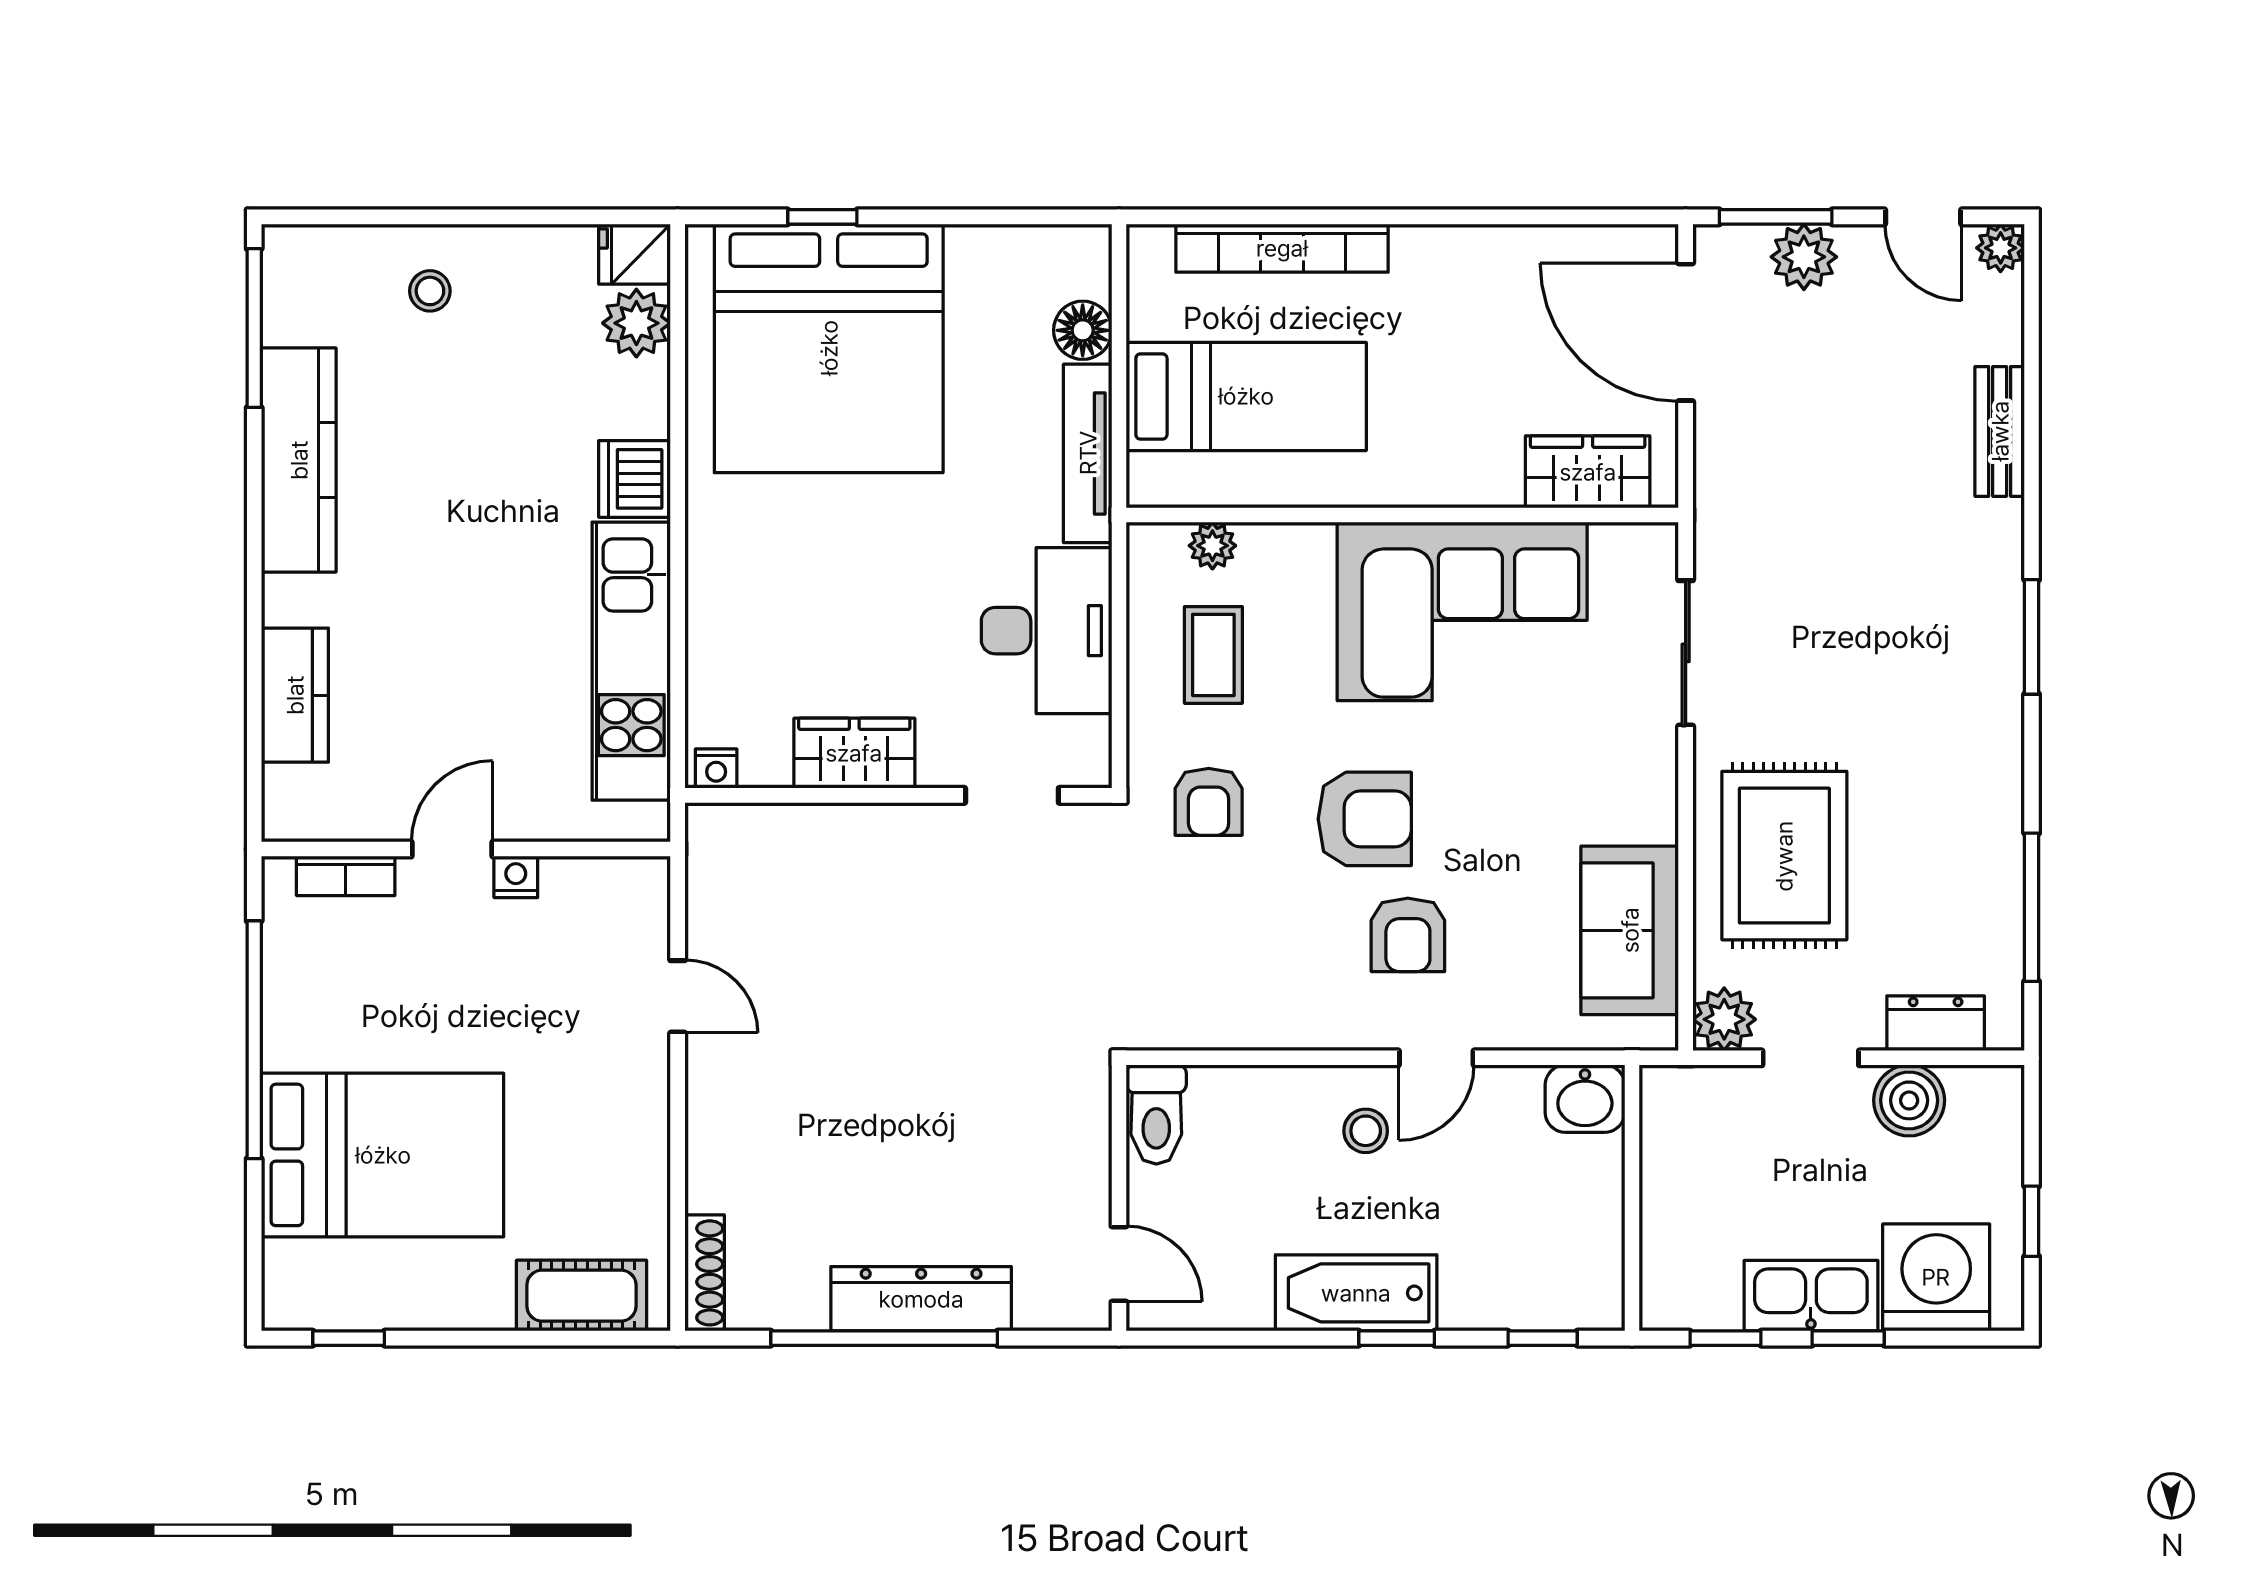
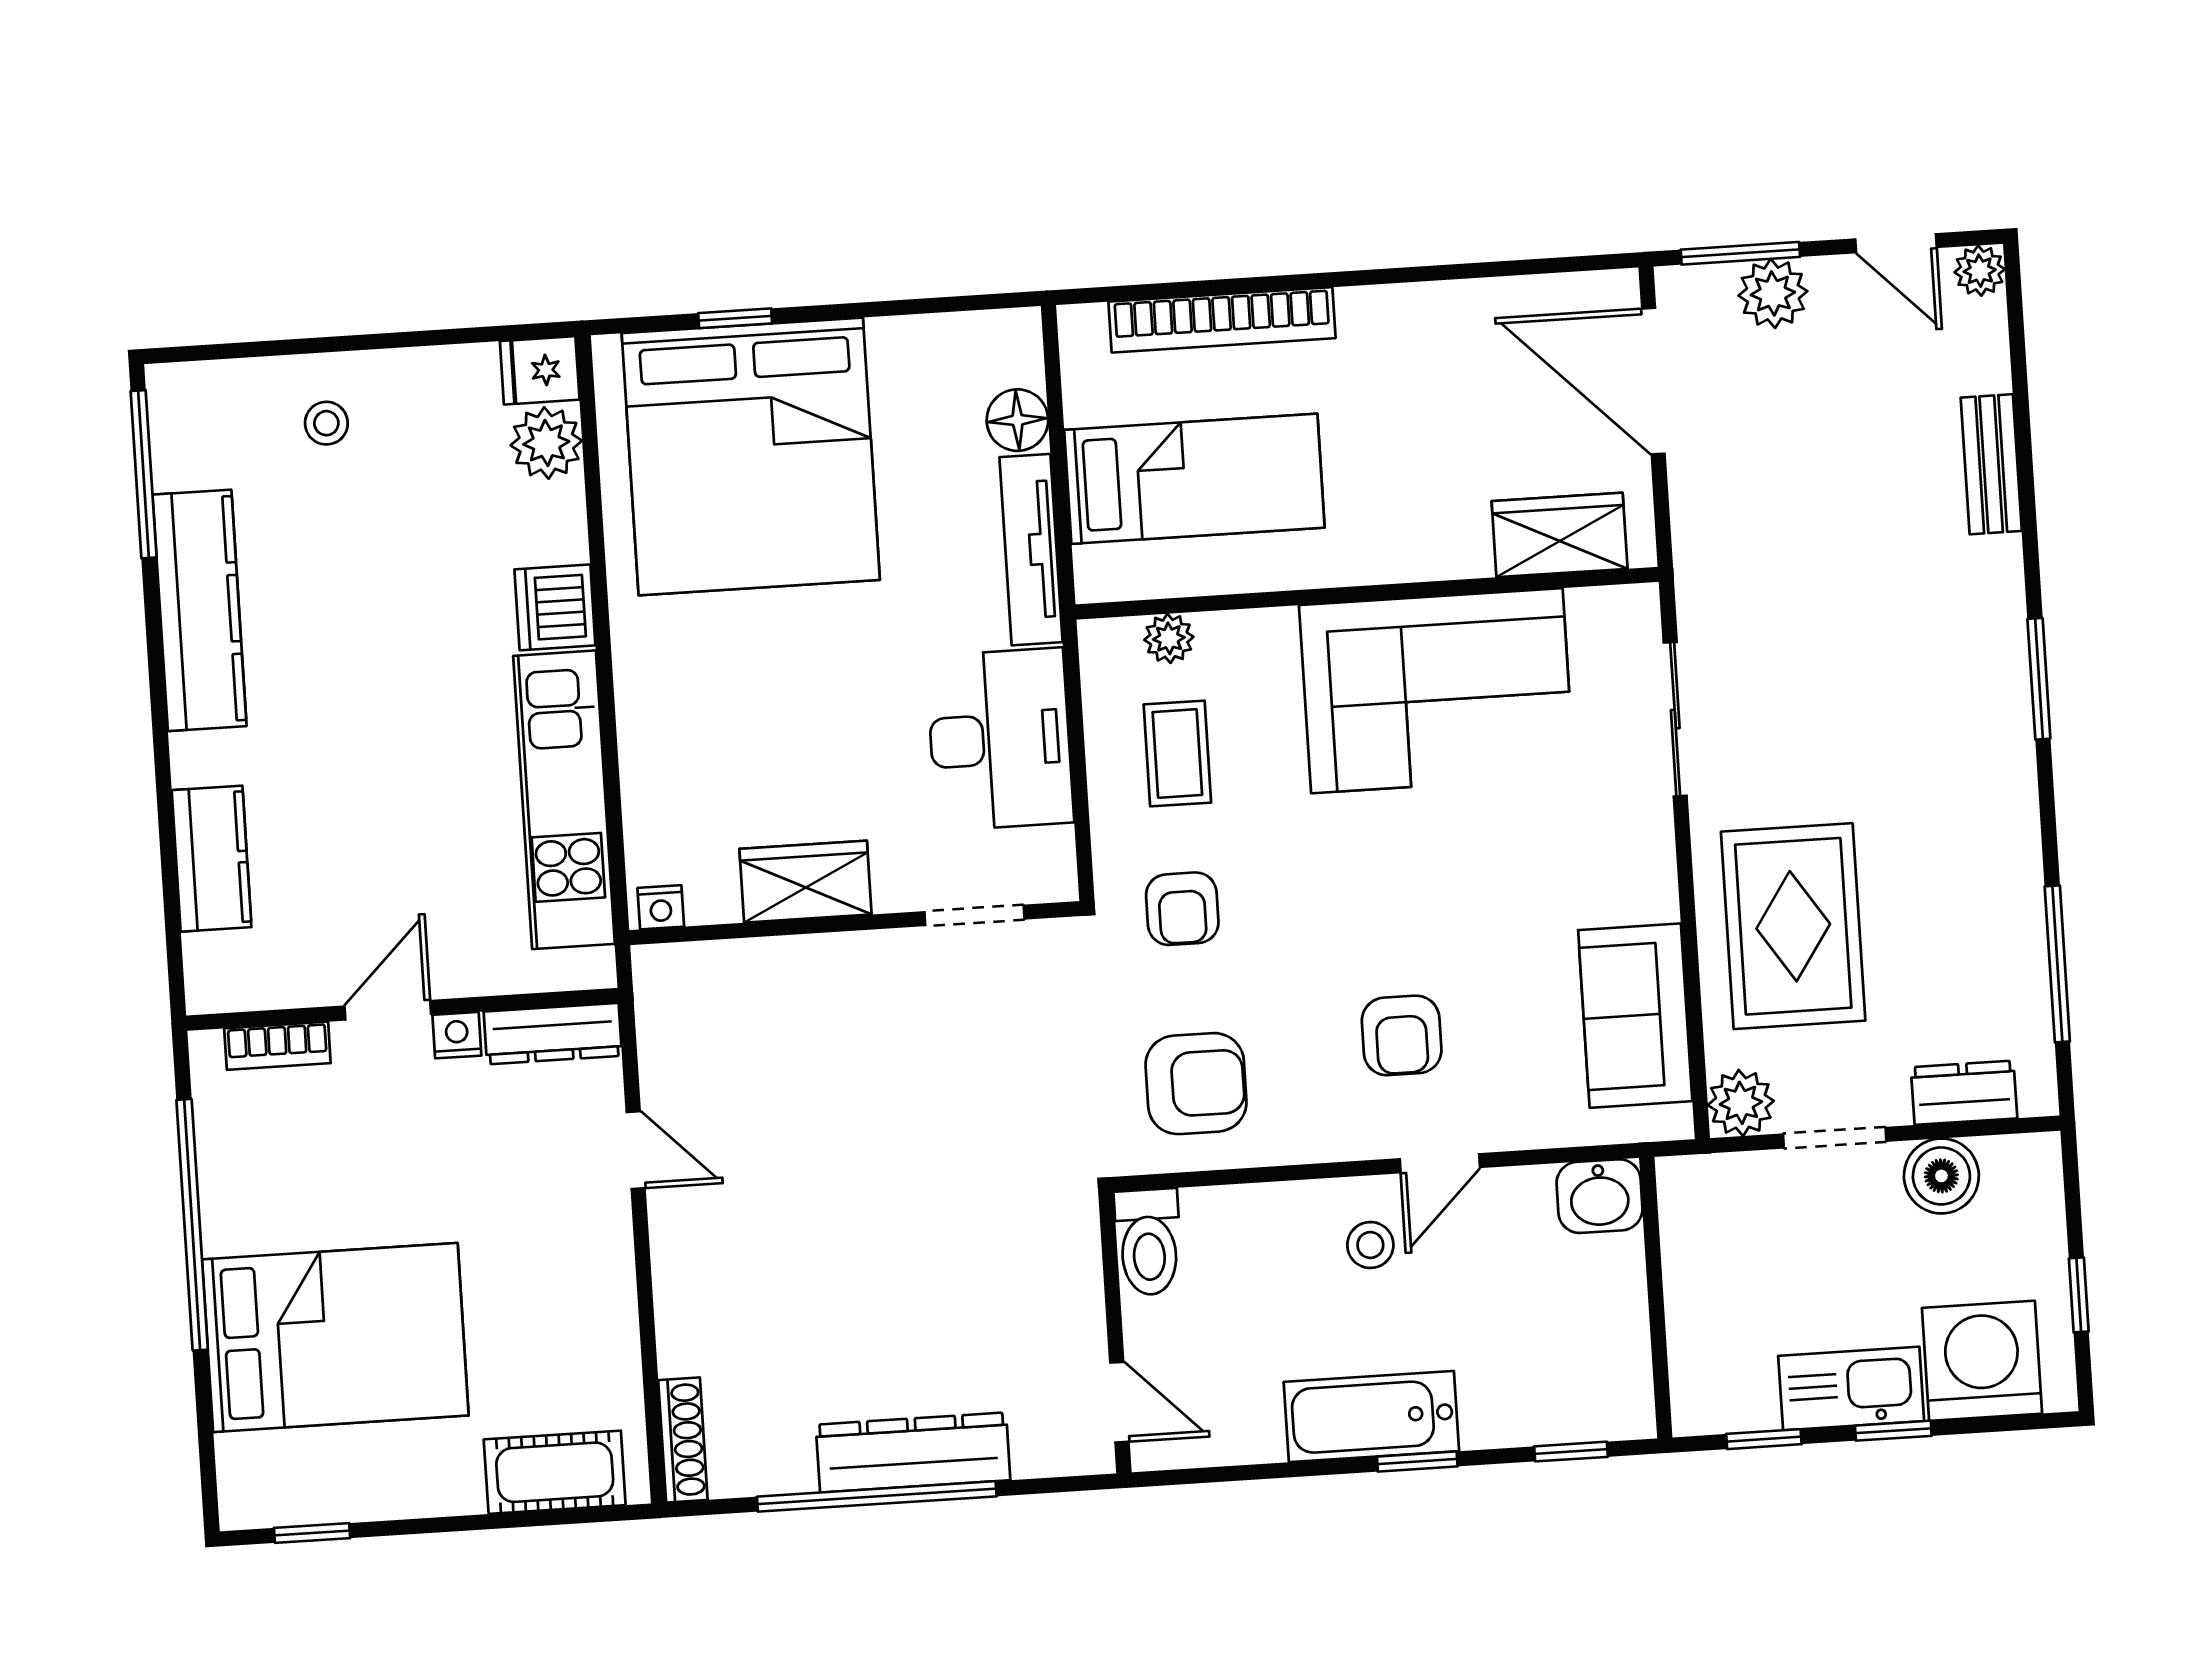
armchair: (1365, 819) -> (1196, 1084), moved
dresser: (606, 881) -> (553, 1034), added

